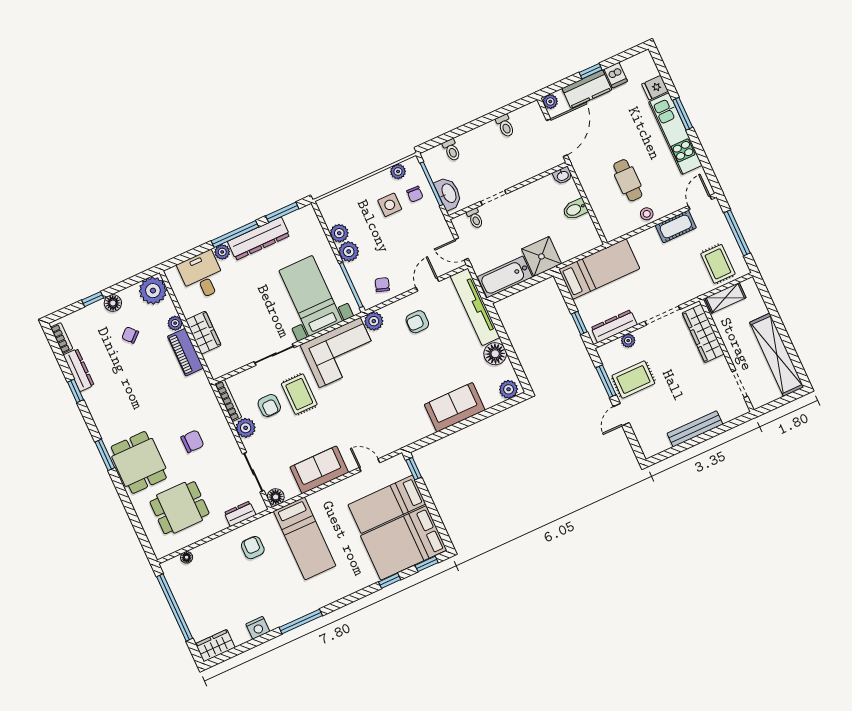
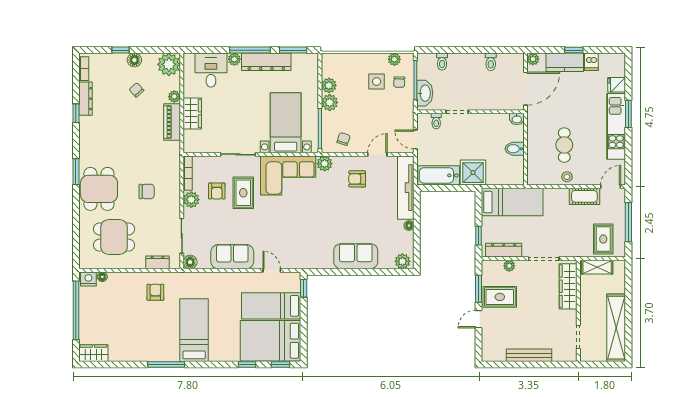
floor lamp: (495, 354) -> (409, 226), width x0.53, depth x0.53
bed: (305, 538) -> (194, 330), moved, turned 180
nightstand: (258, 628) -> (88, 279), moved, turned 180

